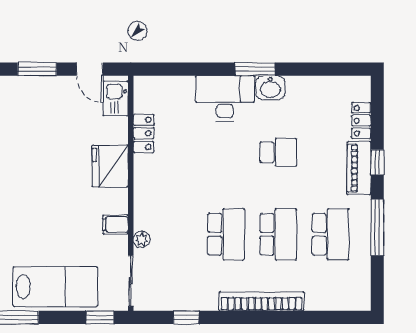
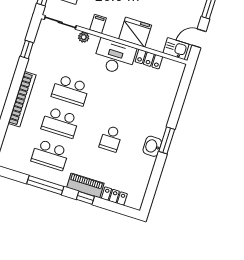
desk: (225, 99) -> (115, 57), moved, turned -90

